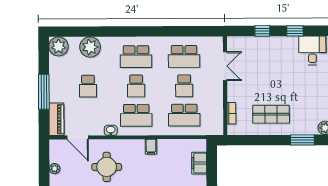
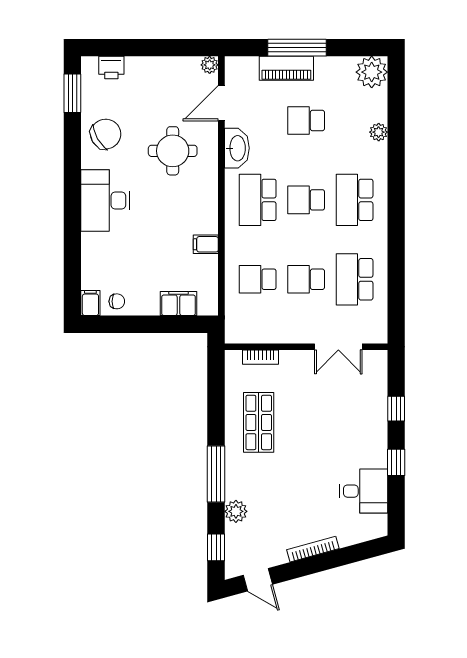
plant: (90, 47) -> (379, 132), width x0.53, depth x0.53
school desk: (184, 115) -> (258, 279), width x0.54
piano: (56, 119) -> (286, 68), moved
washbasin: (111, 130) -> (237, 148), width x1.91, depth x1.45
window: (302, 140) -> (216, 474), width x1.44
filing cabinet: (151, 147) -> (206, 244), moved
plant: (55, 169) -> (210, 65), moved

